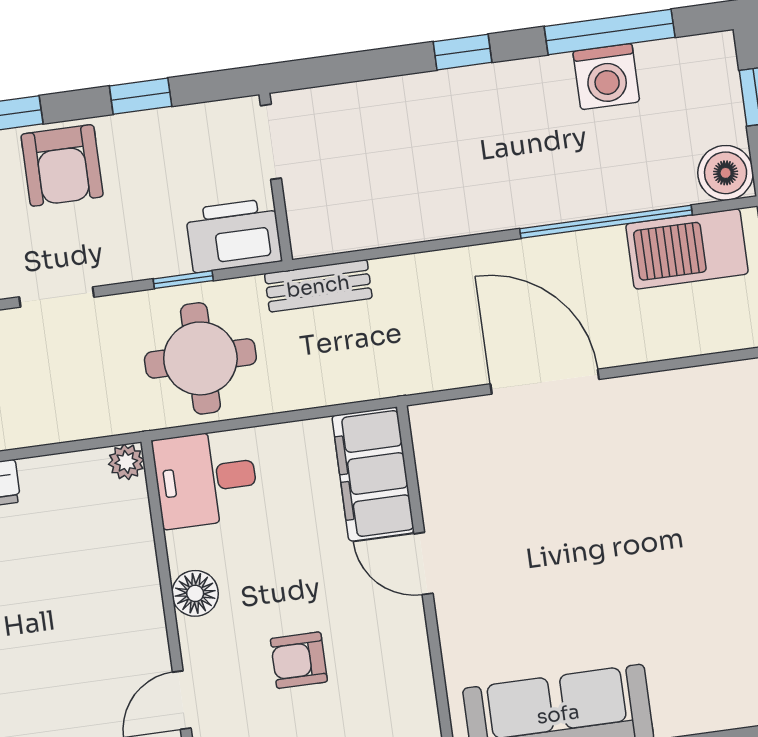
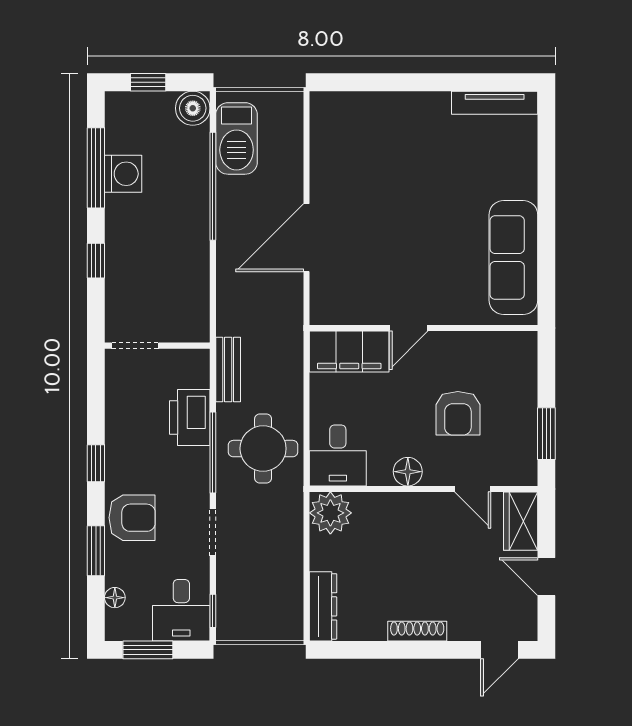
doorway: (271, 142) -> (135, 346), moved
wall: (276, 177) -> (157, 346), moved
window: (183, 280) -> (213, 452), width x2.17
plant: (126, 462) -> (330, 513), width x1.88, depth x1.88
armchair: (299, 660) -> (458, 413), width x1.38, depth x1.38

